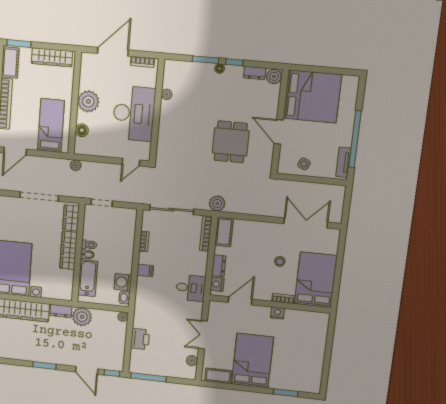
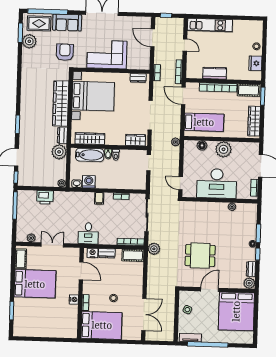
wardrobe: (68, 250) -> (90, 139), moved

